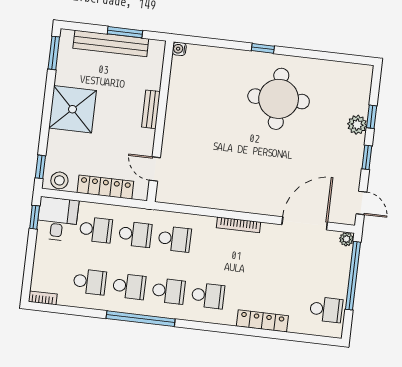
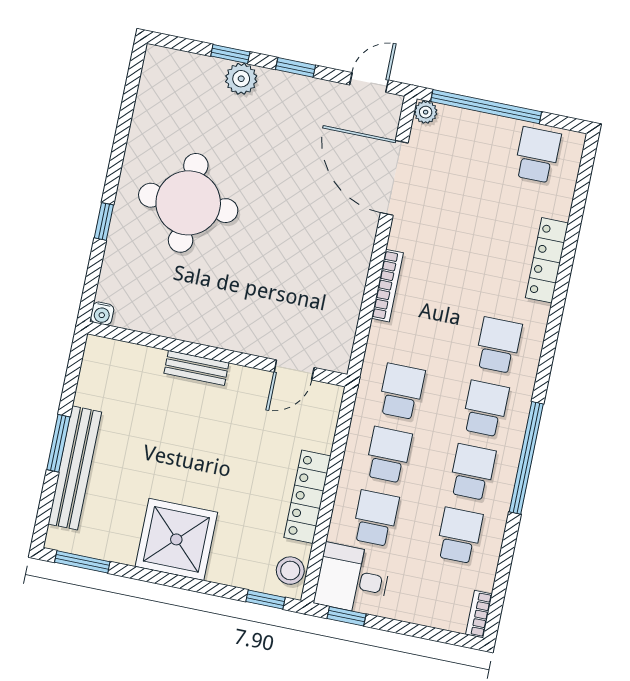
water cooler: (179, 49) -> (102, 313), moved
bench: (151, 109) -> (196, 368), moved
wall: (160, 121) -> (217, 354), moved
door: (155, 169) -> (294, 370), moved

